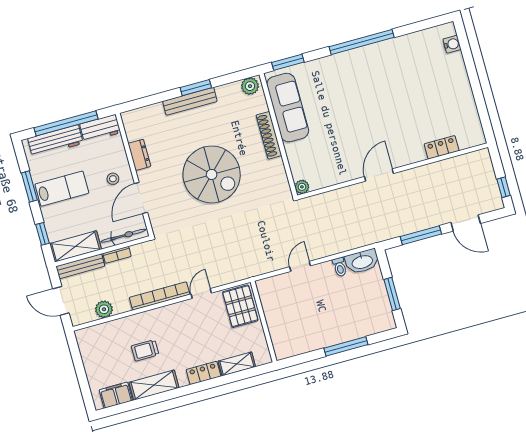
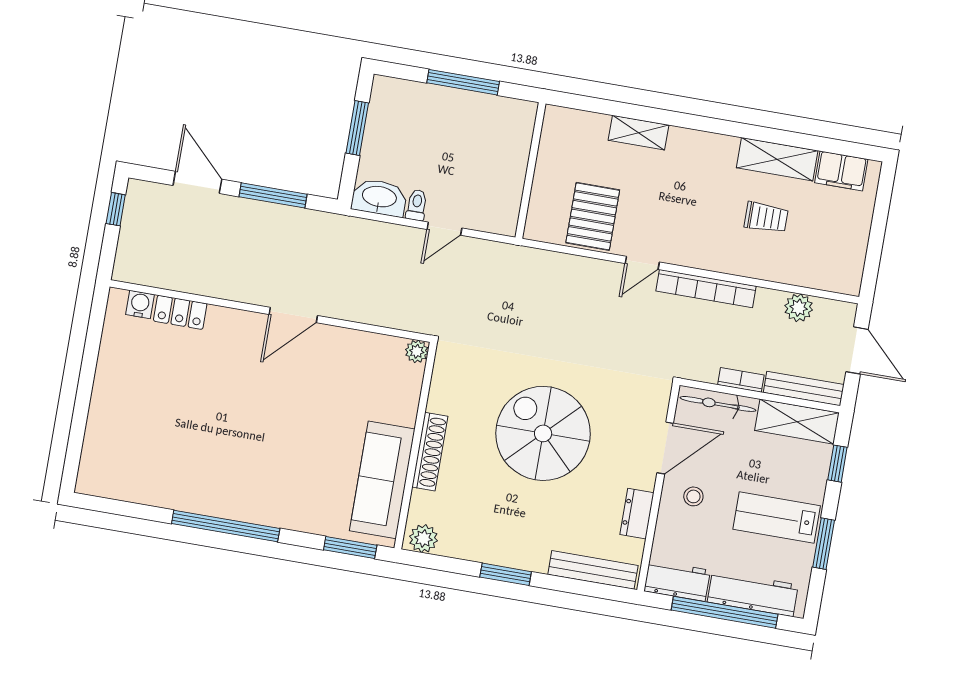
water cooler: (452, 44) -> (140, 304), moved, turned 90
bench: (190, 101) -> (593, 570), moved
door: (300, 266) -> (444, 229), moved
wall: (264, 322) -> (531, 171), moved
locker: (203, 373) -> (695, 143), removed

